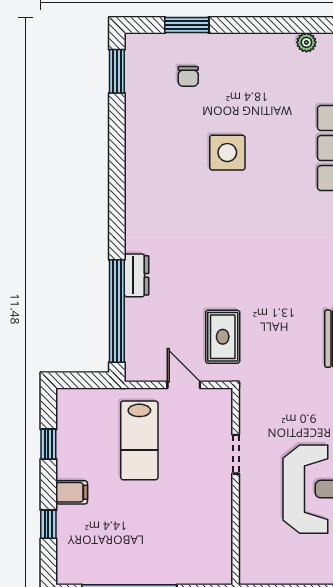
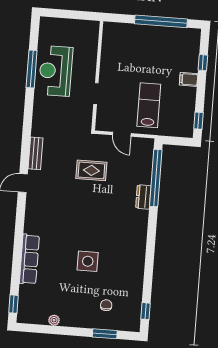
plant: (306, 42) -> (54, 320), moved
window: (117, 71) -> (146, 311), width x0.67
rug: (223, 337) -> (91, 170), moved, turned 90
window: (48, 444) -> (198, 121), moved

